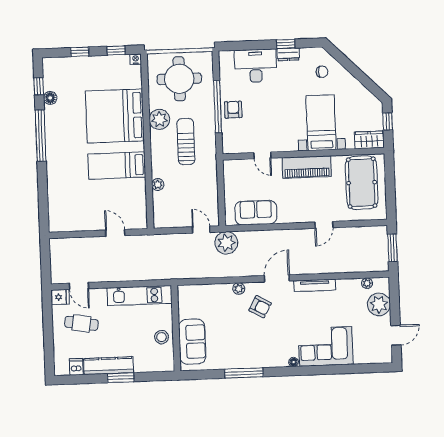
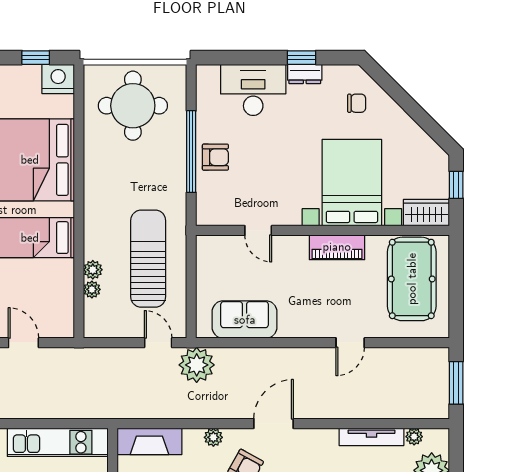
nightstand: (136, 59) -> (58, 79), width x1.89, depth x1.79
armchair: (233, 110) -> (215, 157), turned 90
plant: (159, 119) -> (92, 289), moved, width x0.53, depth x0.53
bed with nightstands: (321, 123) -> (352, 183), width x1.36
sun lounger: (186, 142) -> (148, 259), moved, width x1.36, depth x1.34
piano: (307, 167) -> (337, 247), width x0.73, depth x0.75
tv unit: (315, 285) -> (371, 437), moved
fireplace: (198, 293) -> (149, 441), added

